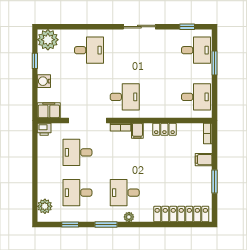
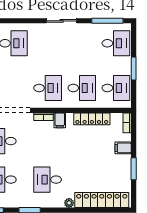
window: (187, 27) -> (107, 21), width x2.17
window: (215, 63) -> (134, 69), moved
desk: (160, 97) -> (82, 88), added
locker: (164, 129) -> (92, 119), width x1.53
plant: (129, 217) -> (69, 203), moved

